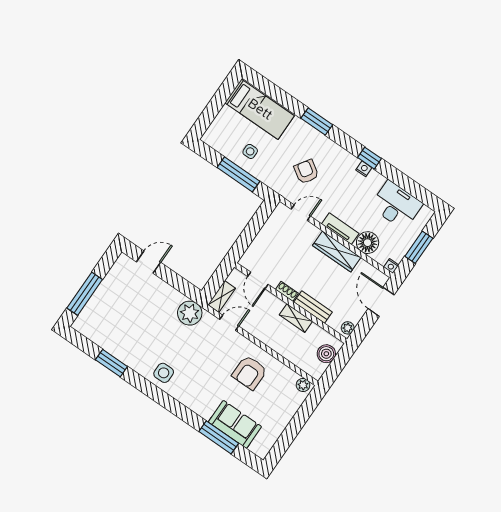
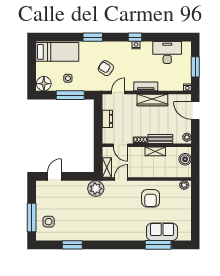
dresser: (264, 236) -> (107, 119), added
floor lamp: (368, 243) -> (44, 84), moved
side table: (164, 373) -> (49, 222), moved

